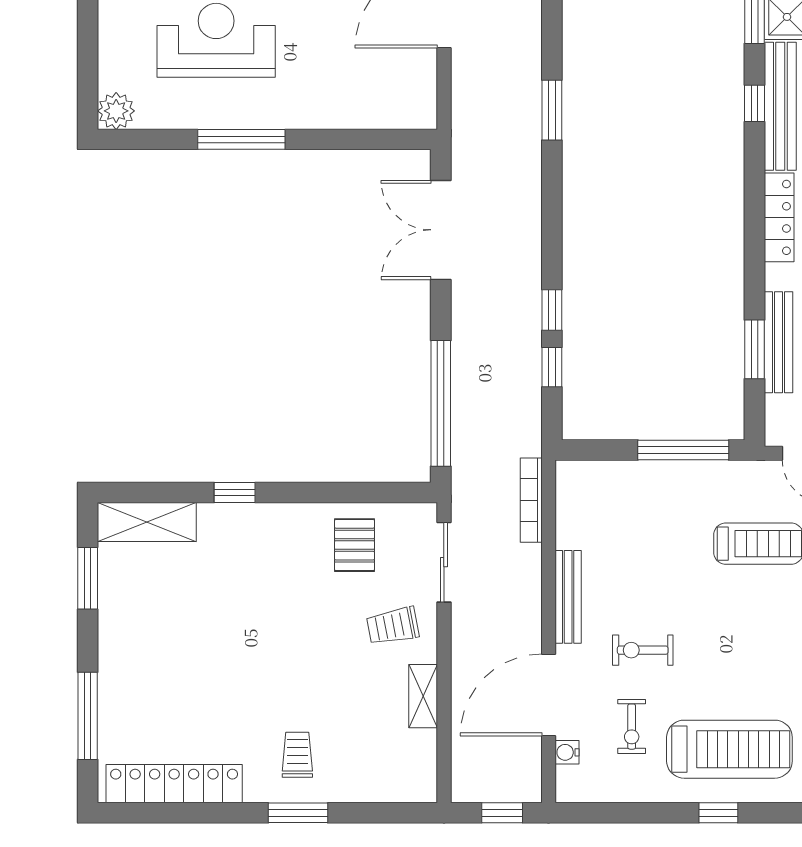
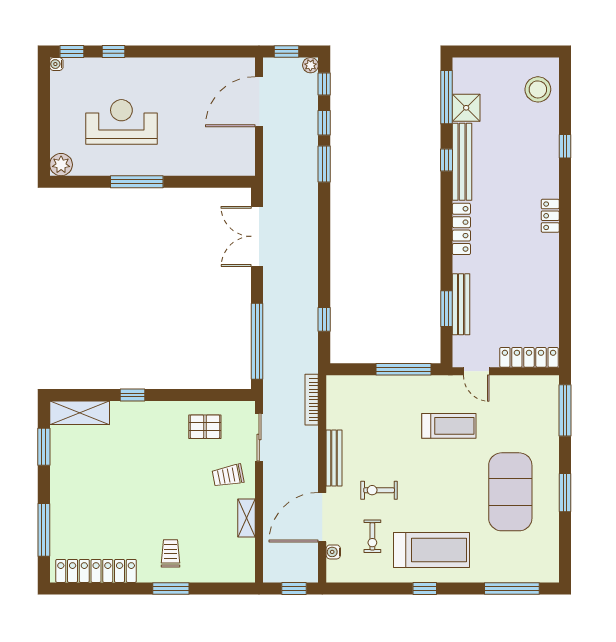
window: (552, 310) -> (324, 123), moved
pallet: (355, 545) -> (205, 427), turned 90

